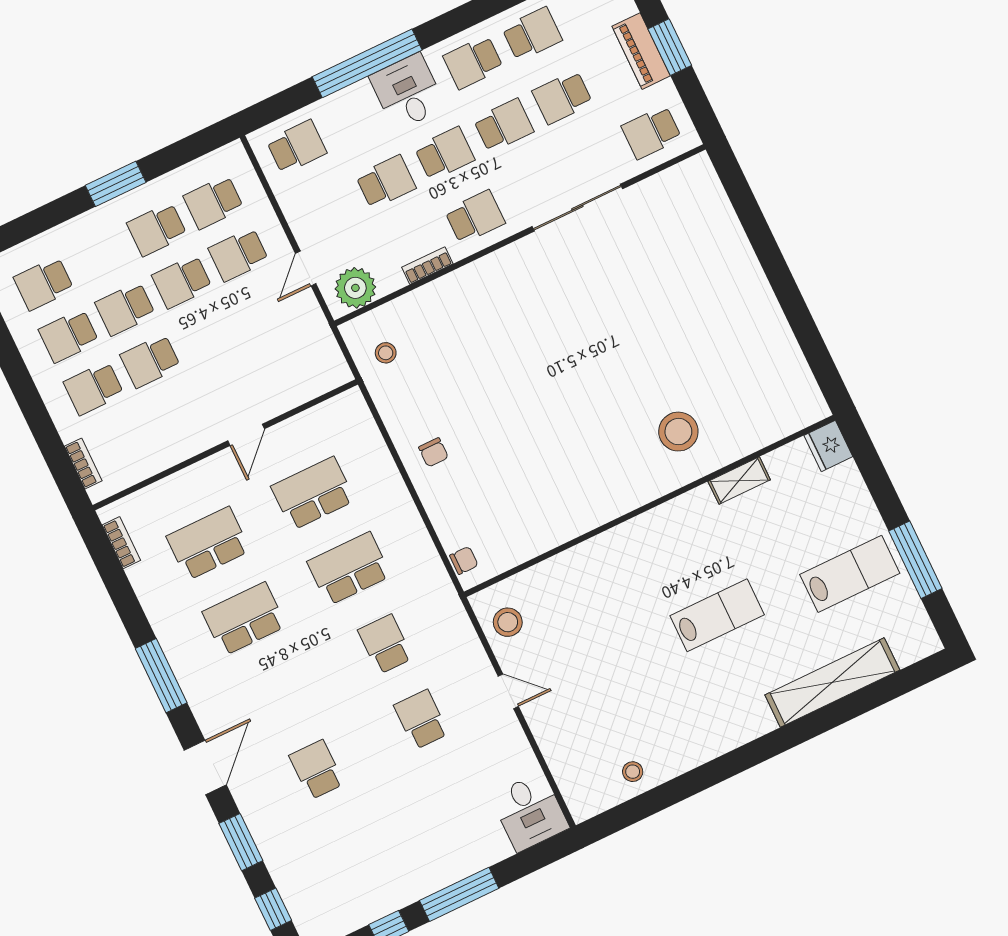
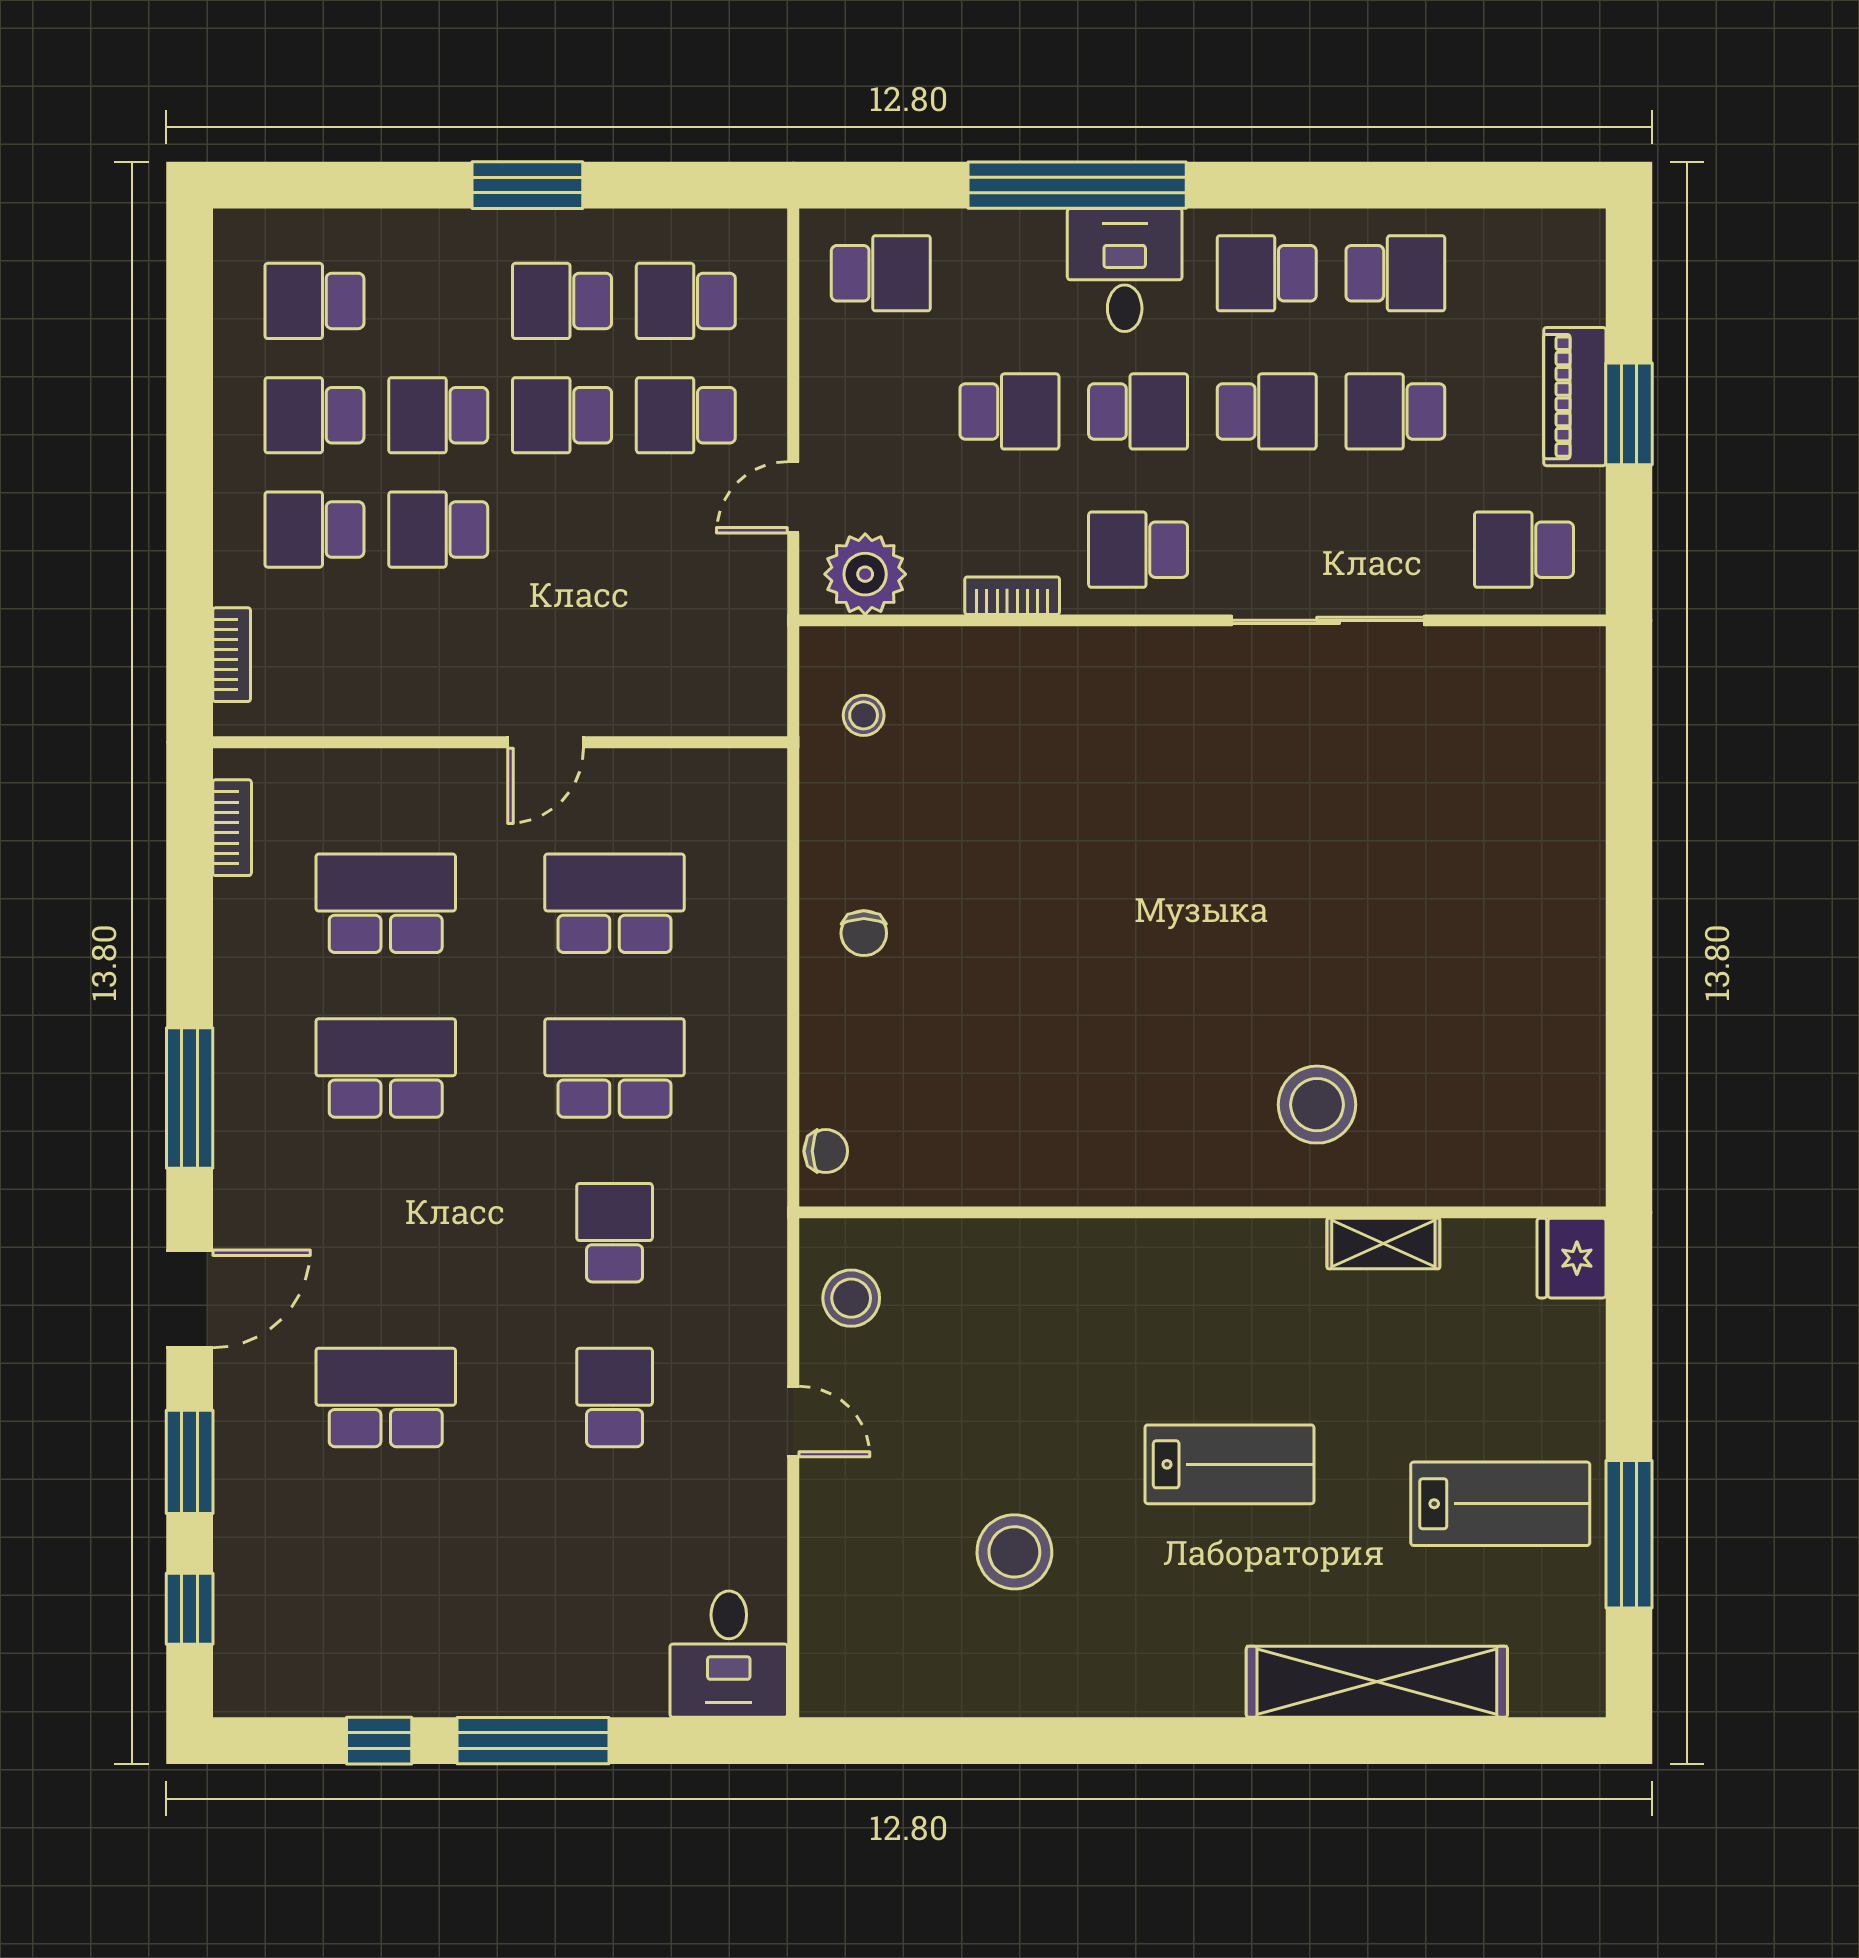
school desk: (475, 217) -> (1138, 550), turned 180
school desk: (317, 770) -> (386, 1397), width x1.85
stool: (633, 772) -> (1014, 1552), moved, width x1.89, depth x1.89

